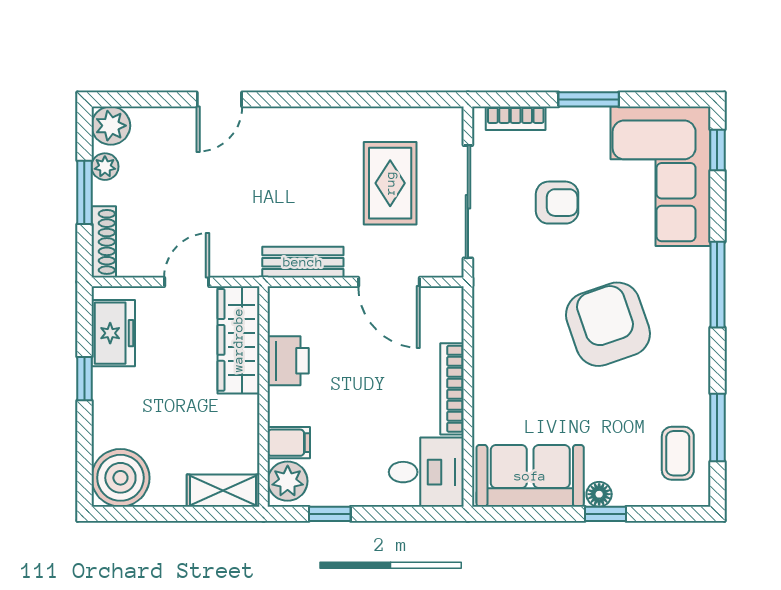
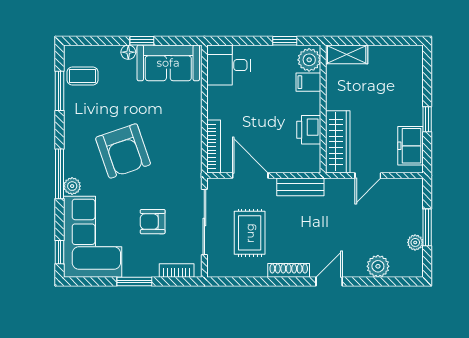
door: (219, 99) -> (329, 282), moved
plant: (111, 126) -> (378, 266), moved
shoe rack: (104, 242) -> (289, 270), moved, turned 90
plant: (696, 264) -> (72, 186), added
bookcase: (452, 389) -> (214, 146), moved
coffee table: (678, 453) -> (83, 76), turned 90
boiler: (120, 478) -> (406, 62), removed
window: (606, 514) -> (142, 41), moved

